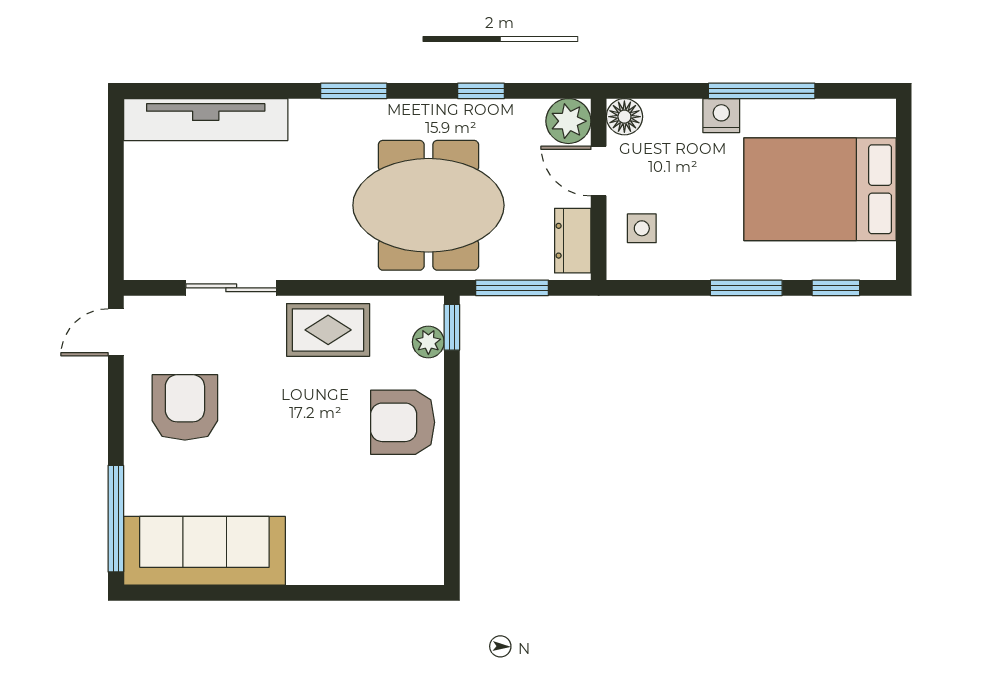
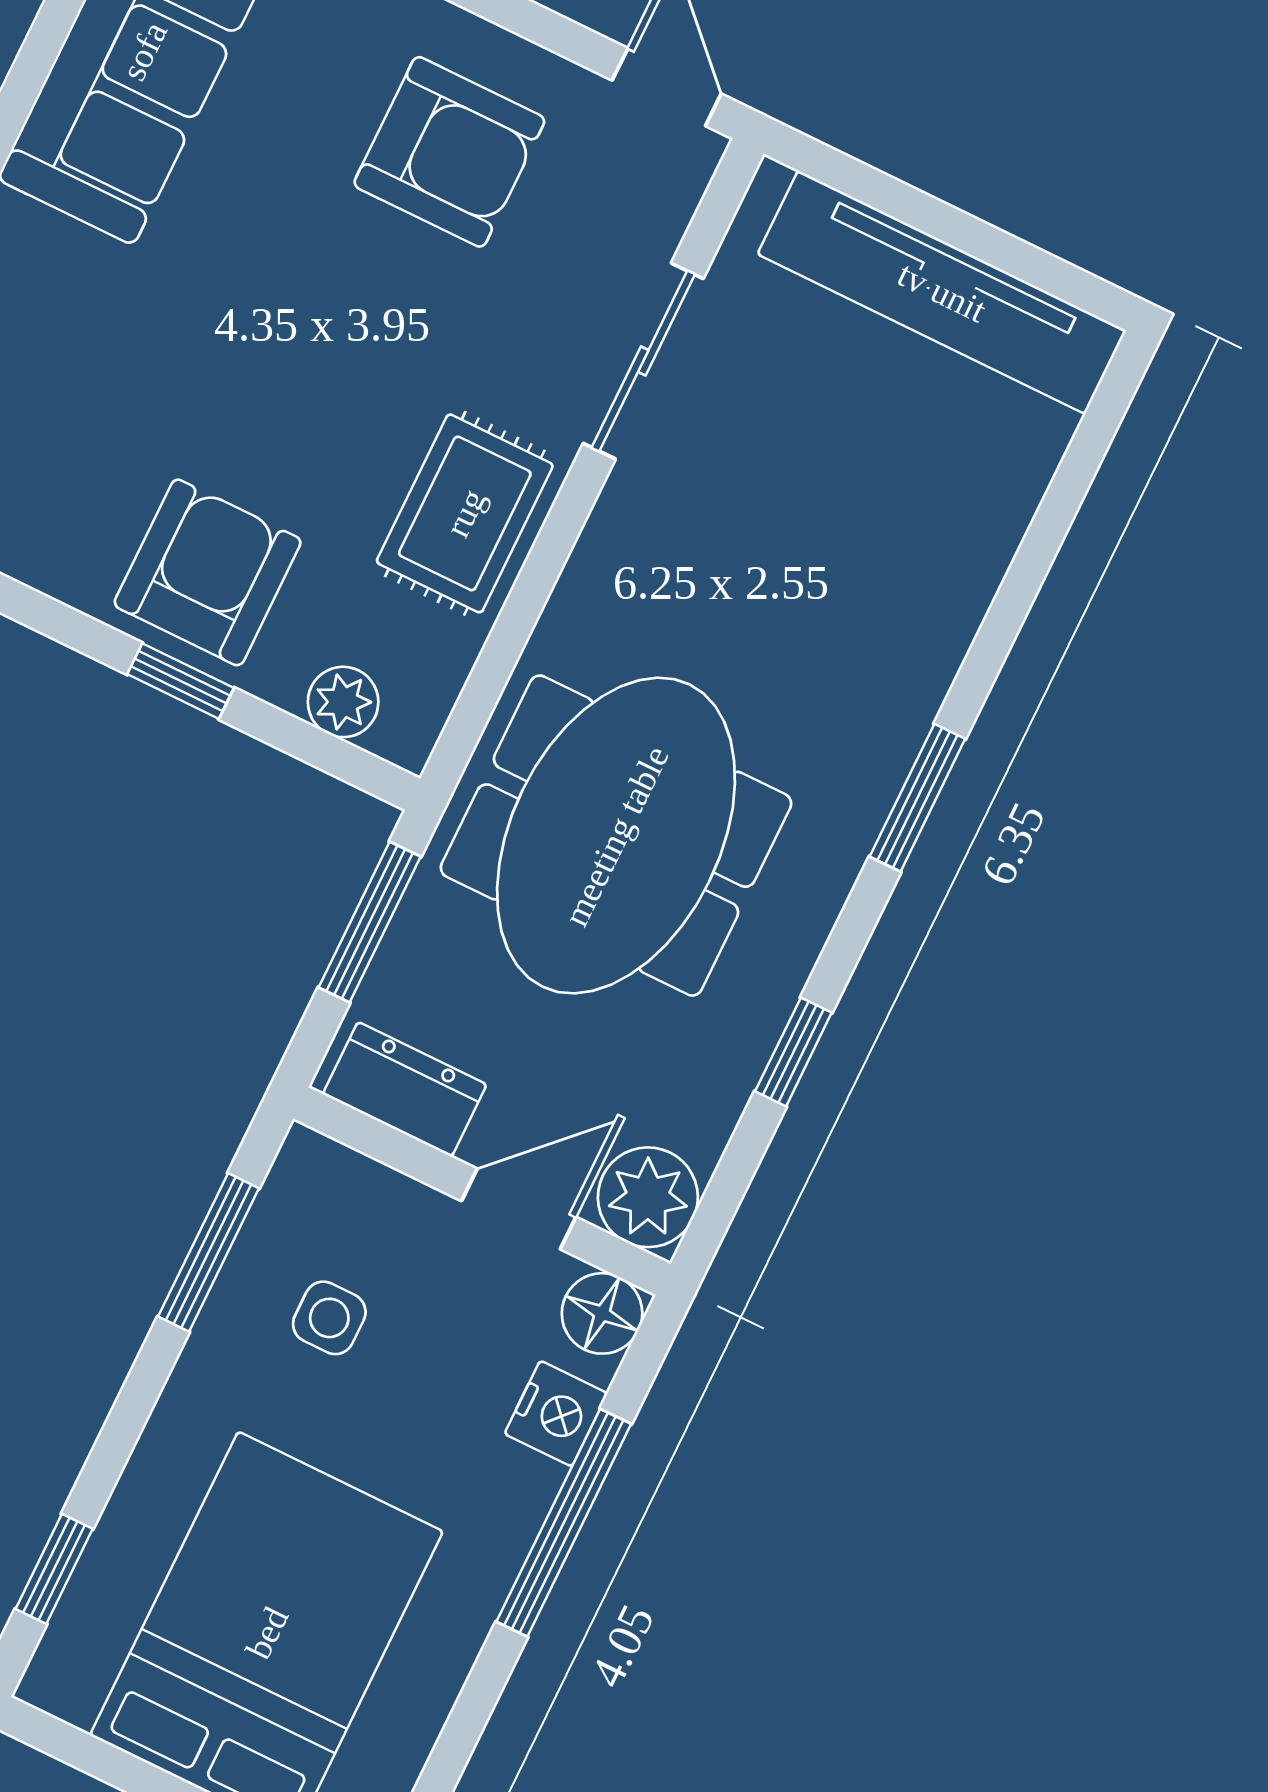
window: (762, 91) -> (564, 1523), moved
nightstand: (721, 116) -> (556, 1414), moved
tv unit: (206, 120) -> (942, 292), moved, turned -90
side table: (642, 228) -> (329, 1318), moved
window: (746, 288) -> (209, 1252), moved
window: (452, 327) -> (181, 681), moved

